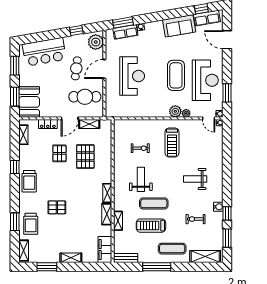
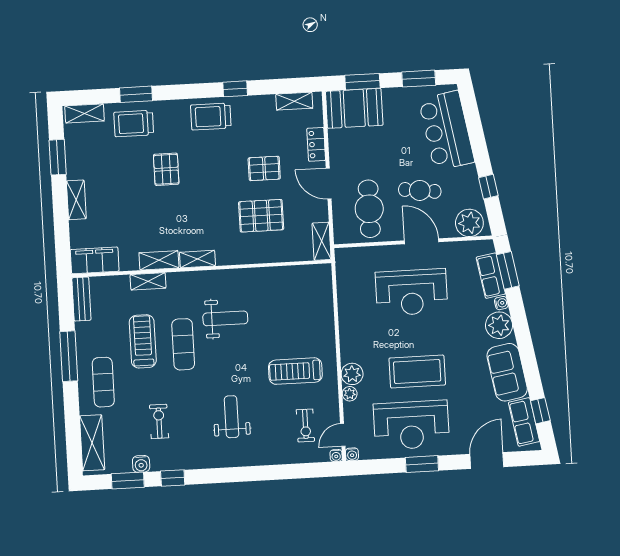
plant: (153, 29) -> (499, 325), added
window: (227, 93) -> (422, 464), moved
shelving: (89, 124) -> (322, 241), moved
exercise bike: (140, 148) -> (305, 425), moved
water cooler: (218, 207) -> (141, 464), moved

